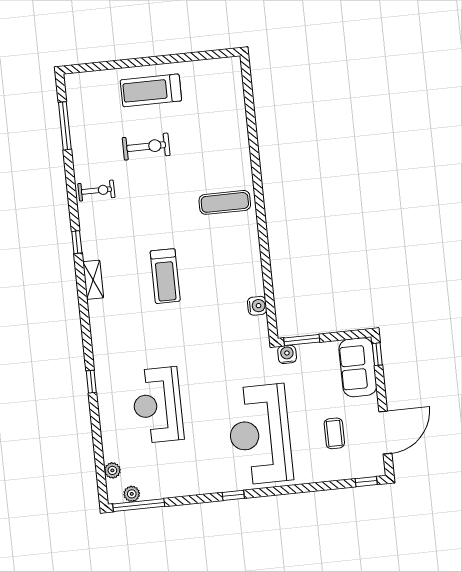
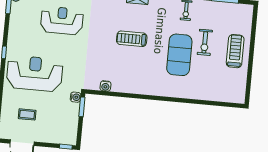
exercise mat: (225, 202) -> (179, 55), moved, width x2.00, depth x1.45
sofa: (358, 367) -> (61, 135), removed

